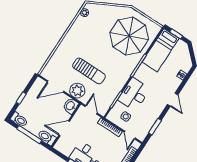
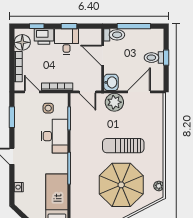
parasol: (129, 36) -> (121, 185), moved
sun lounger: (89, 71) -> (123, 146), moved
toilet: (19, 120) -> (154, 58), moved
door: (64, 128) -> (103, 55), swing flipped

